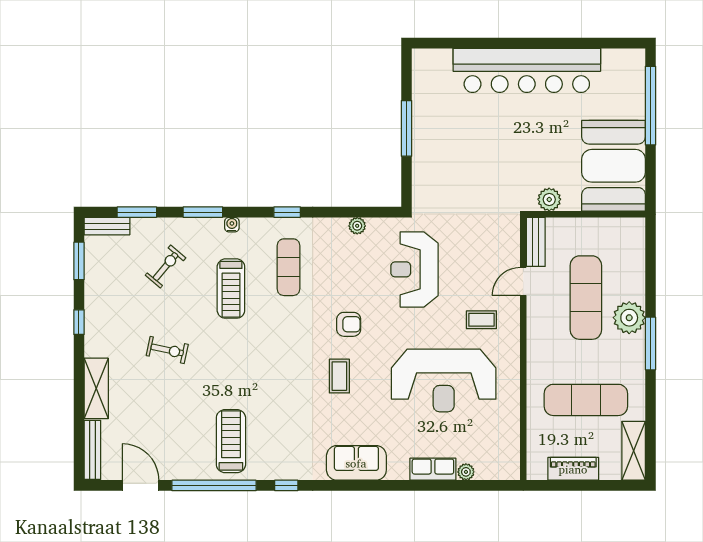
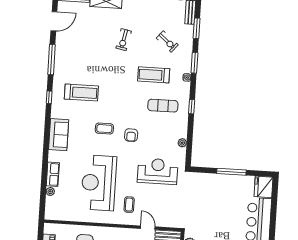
fridge: (432, 65) -> (264, 187), added
treadmill: (231, 441) -> (81, 93), moved
window: (214, 485) -> (51, 60), width x0.68

